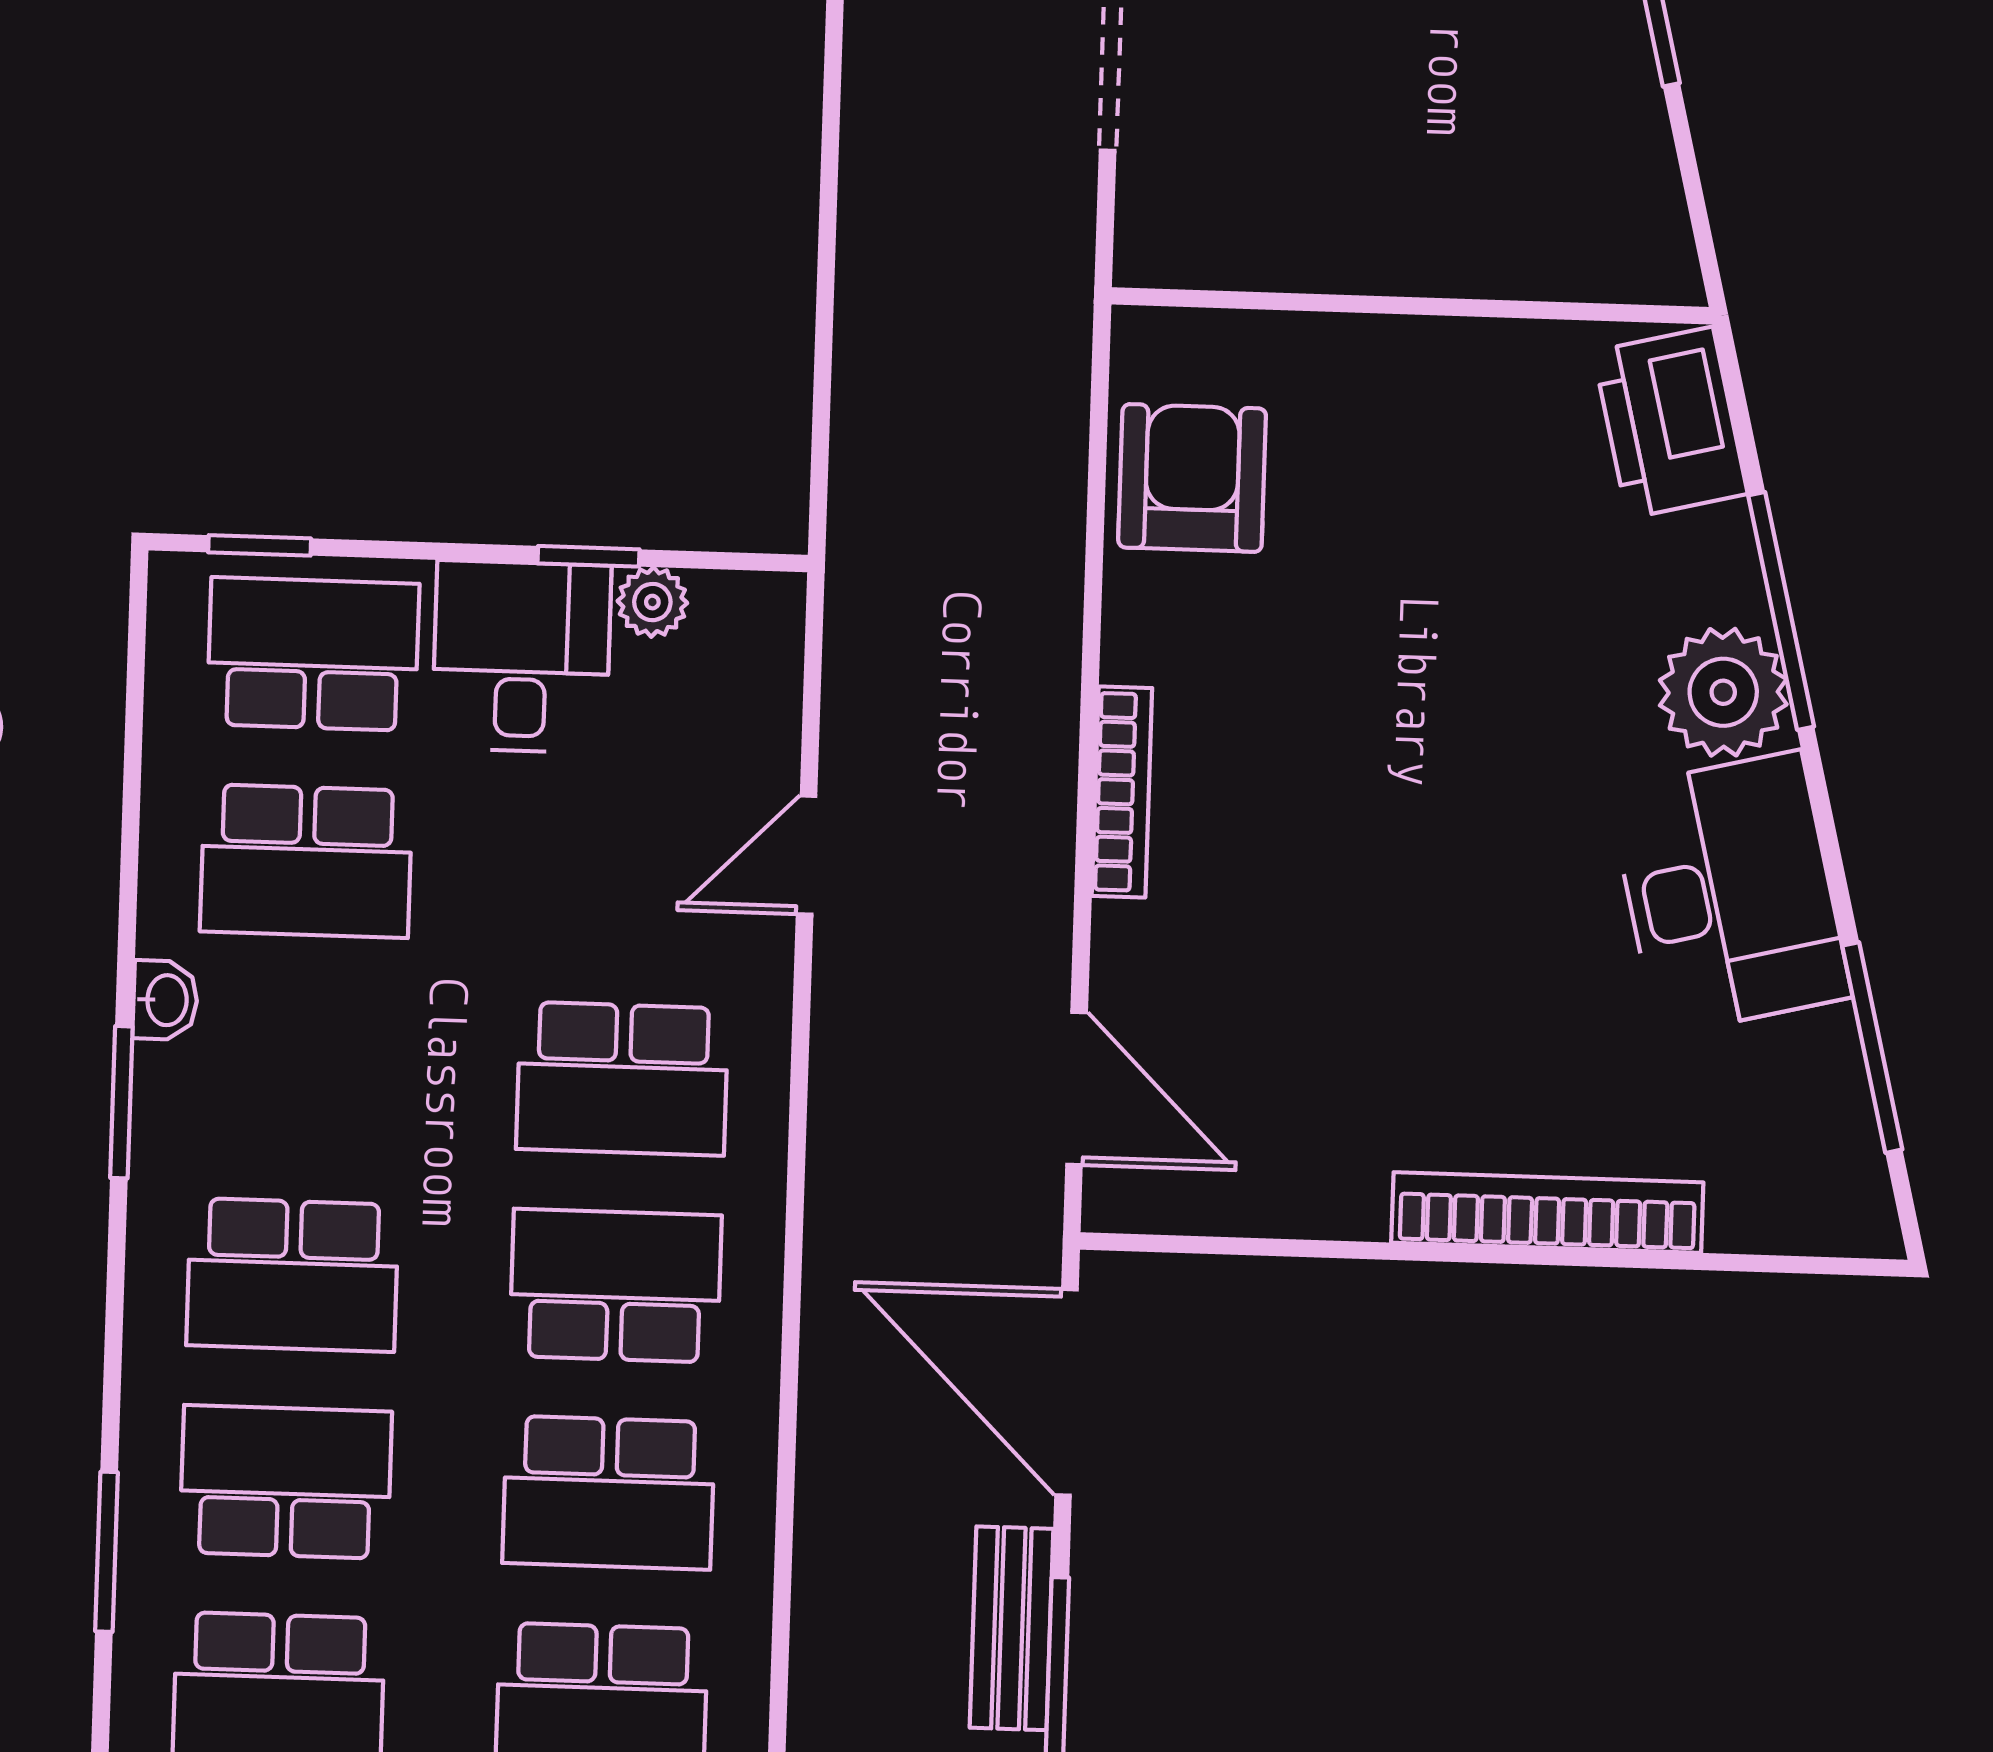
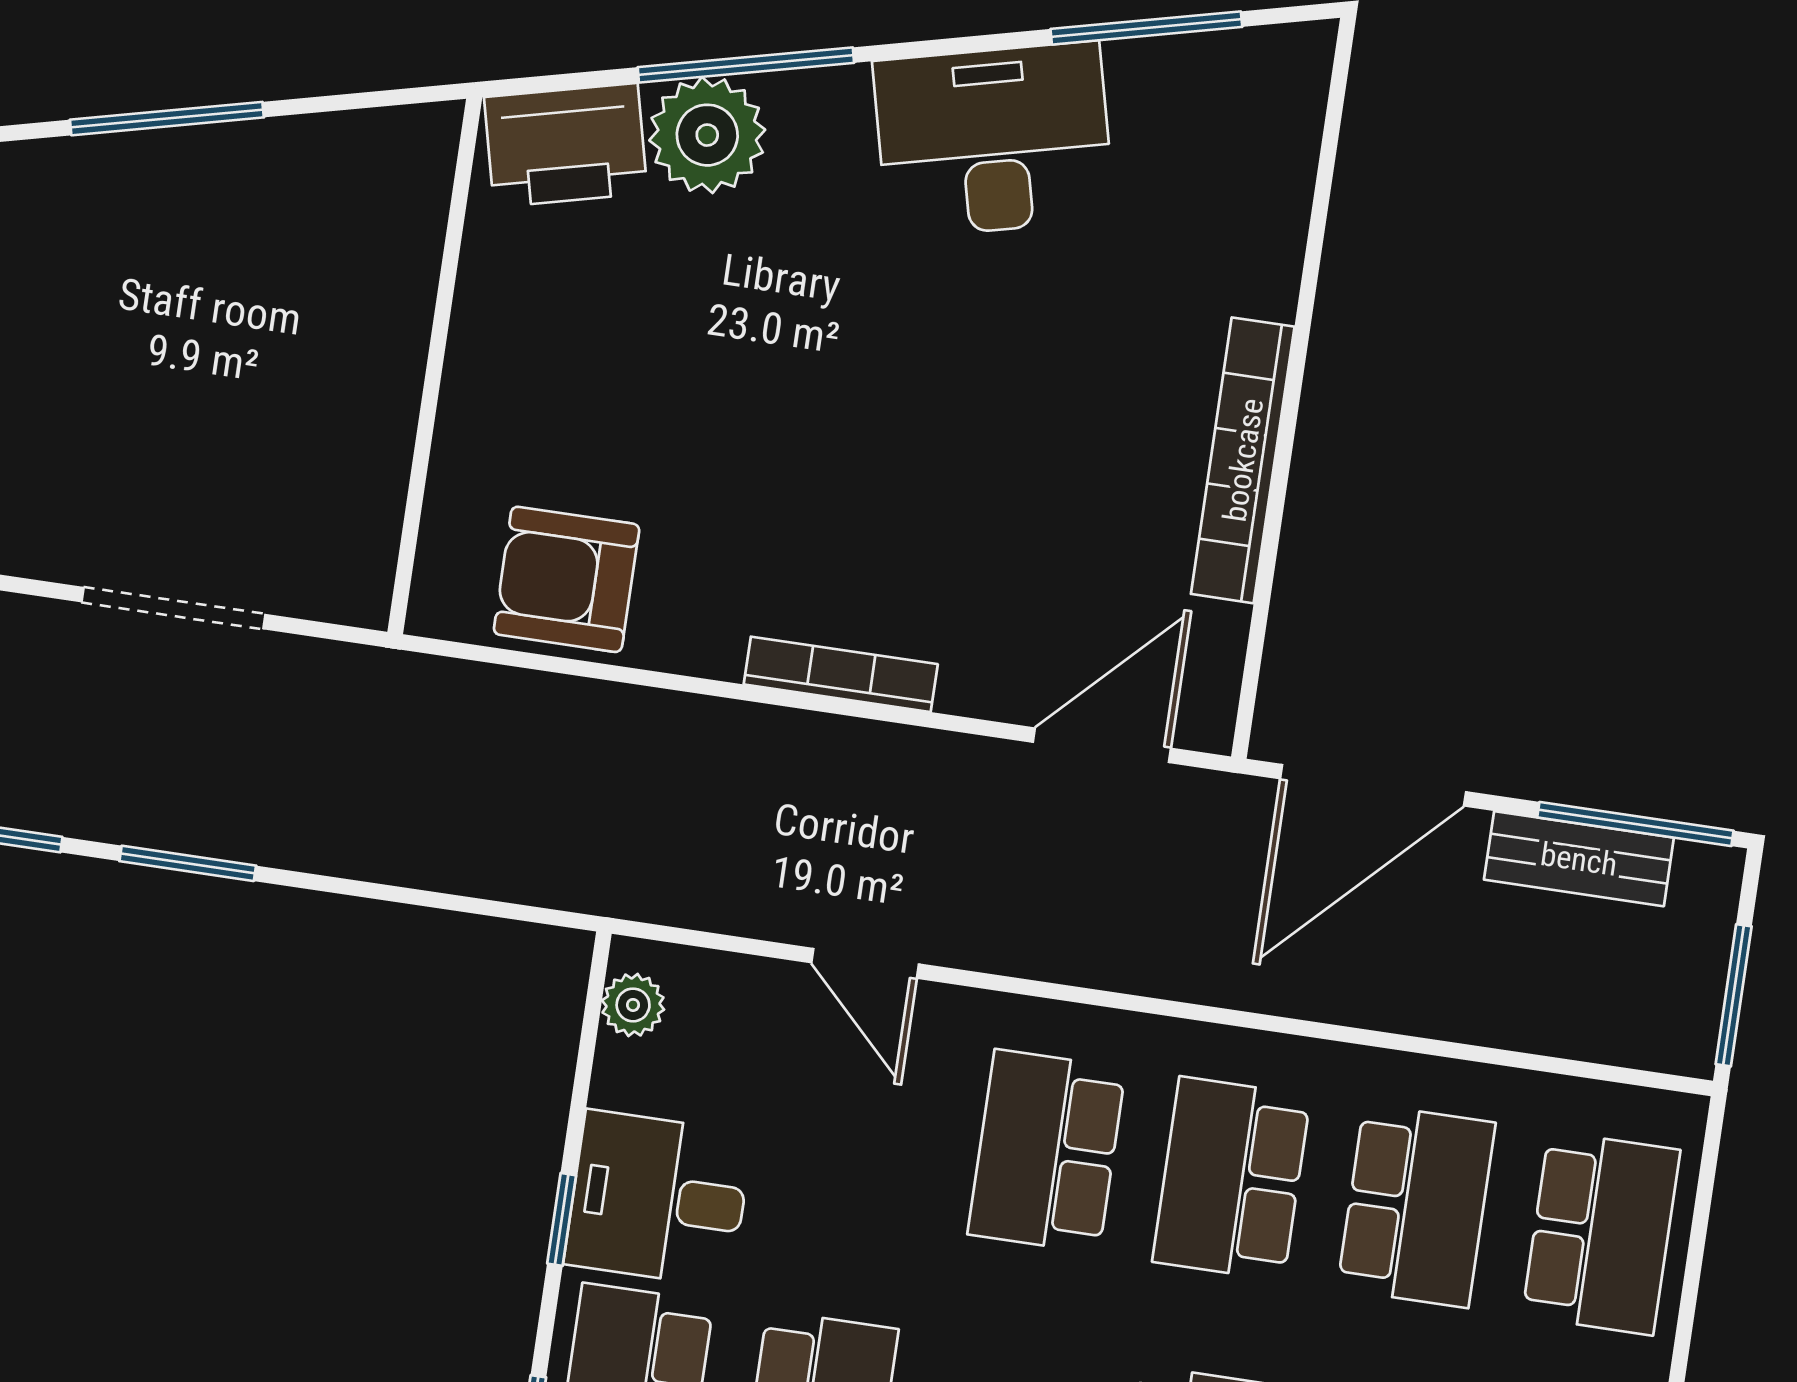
window: (832, 96) -> (188, 863), added
window: (589, 556) -> (562, 1219), moved
plant: (652, 602) -> (633, 1005), moved
plant: (1723, 692) -> (707, 135), moved
school desk: (622, 1079) -> (1047, 1151), turned 180
bookcase: (1547, 1212) -> (1243, 460), moved

